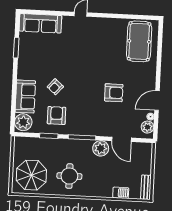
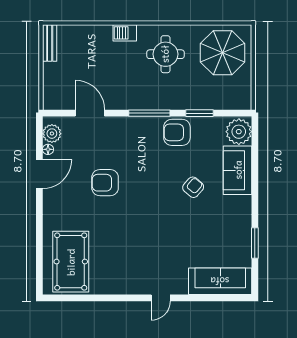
armchair: (57, 116) -> (177, 132), moved, turned 90
plant: (101, 148) -> (121, 98), removed
barbecue: (121, 193) -> (125, 33), moved

